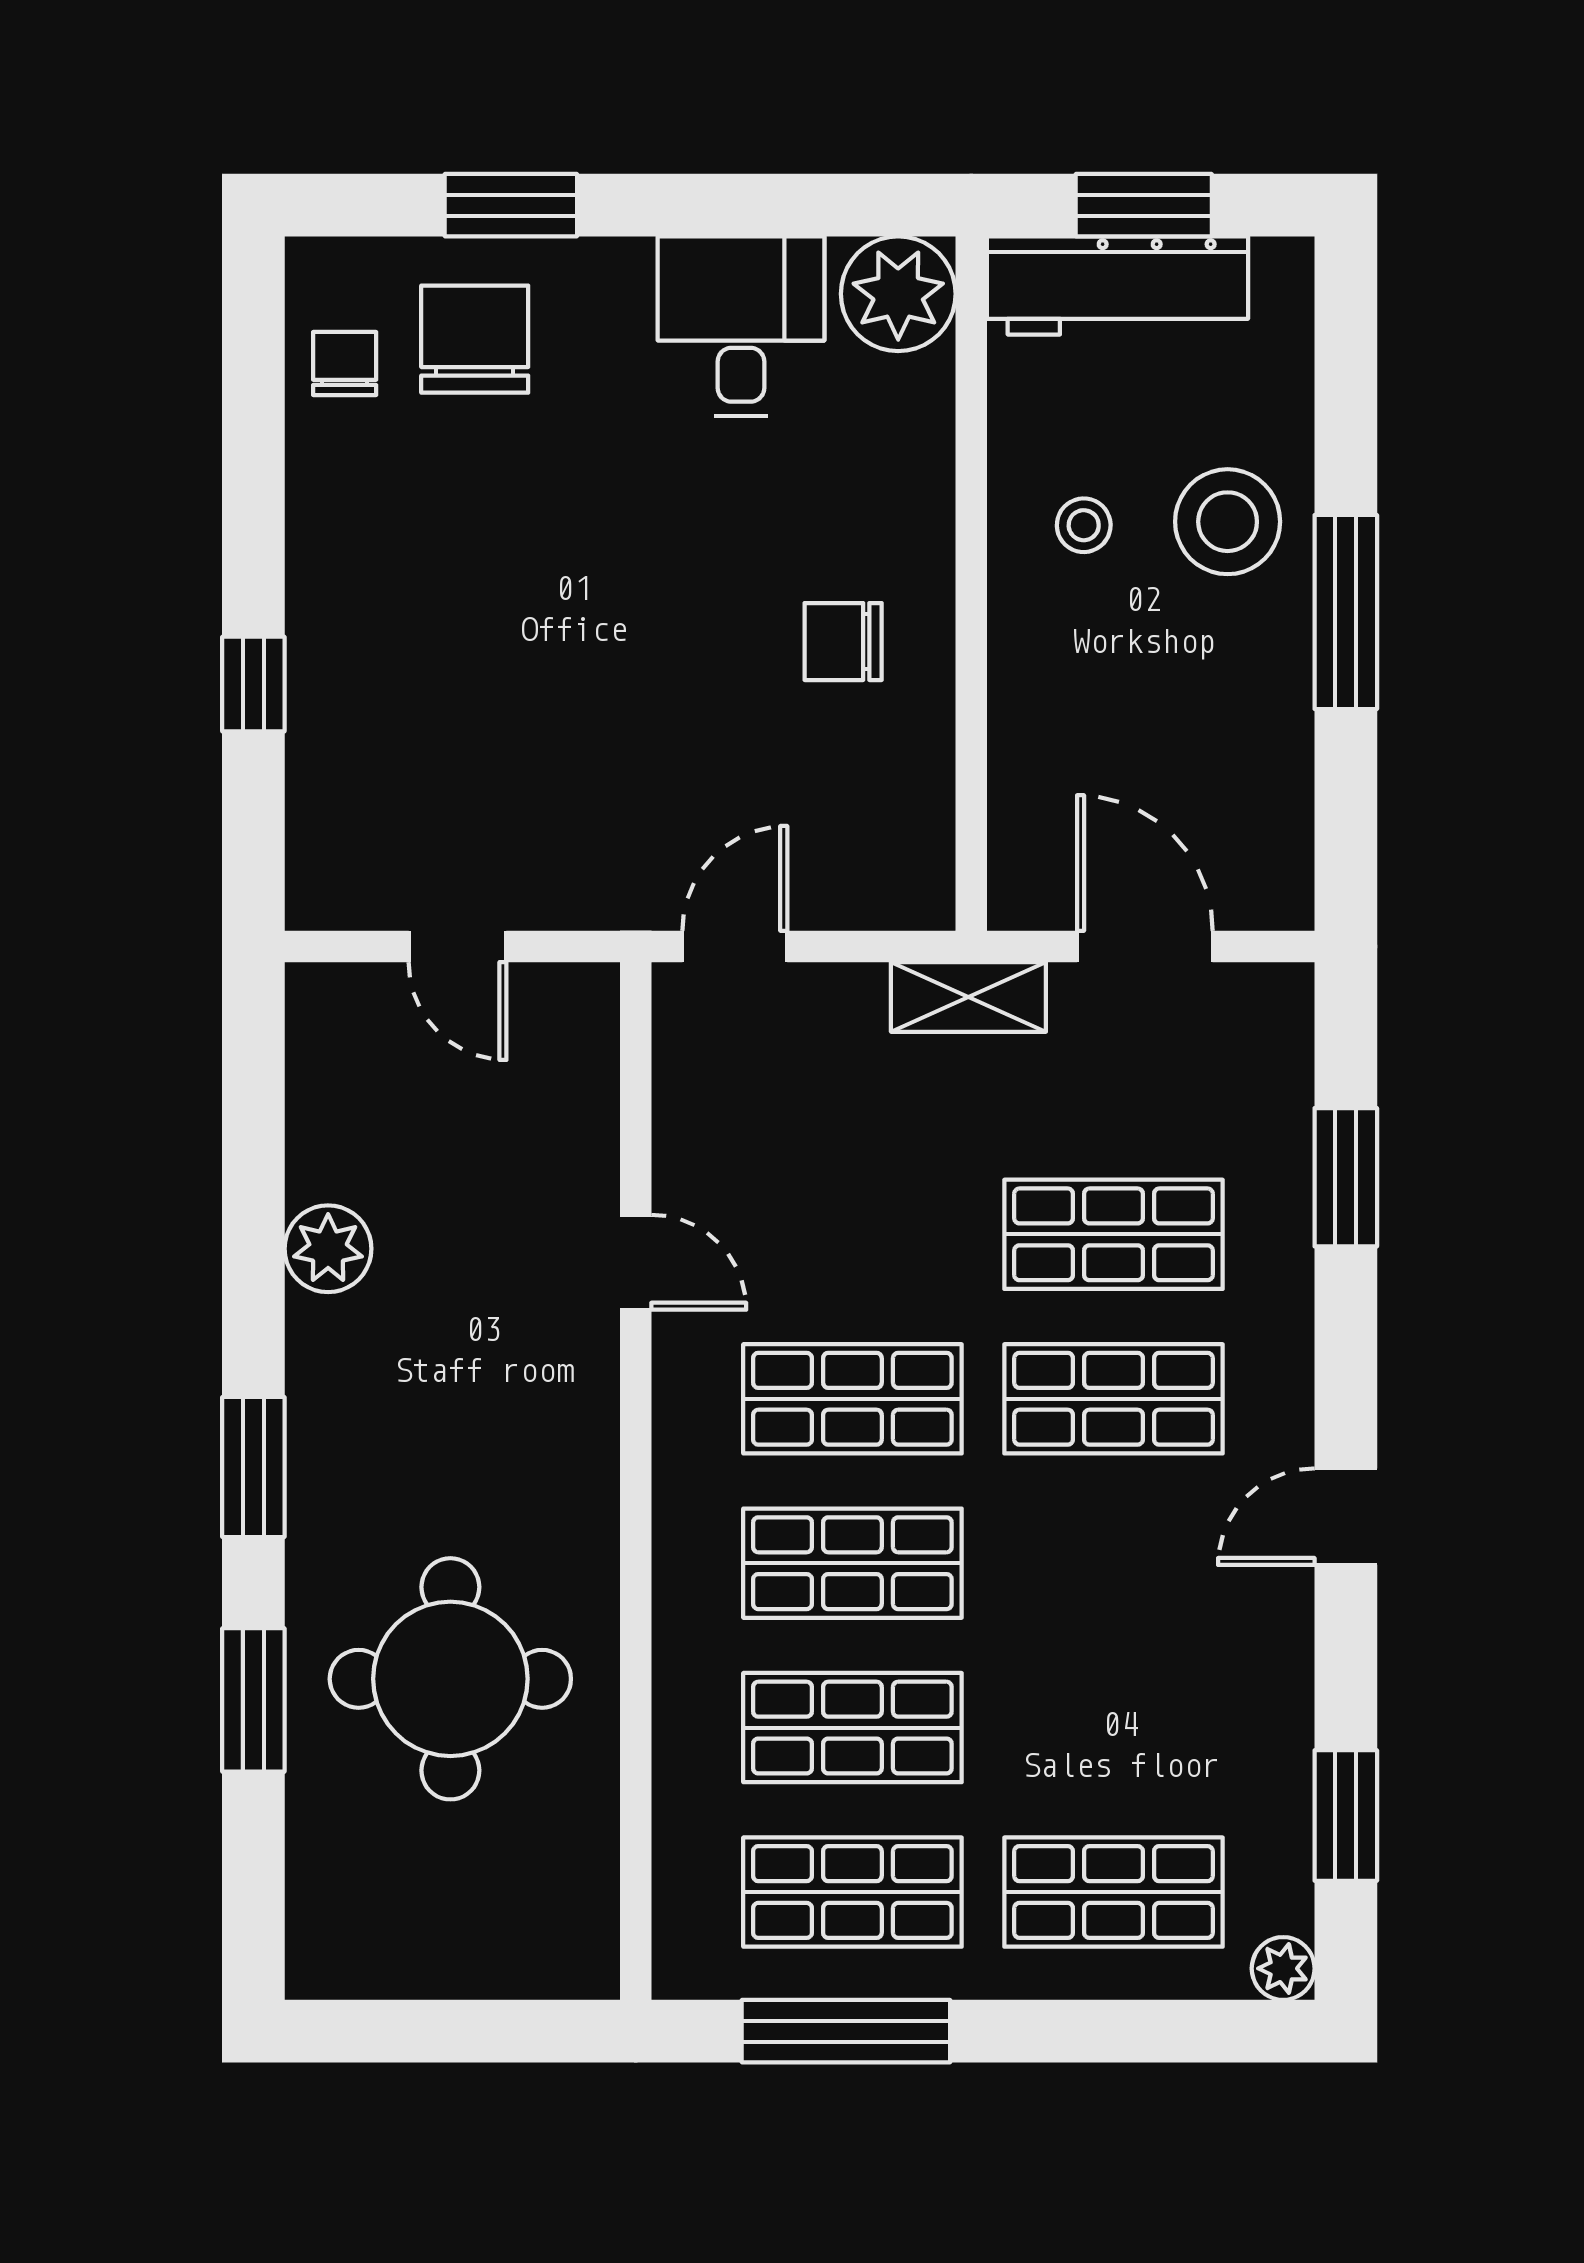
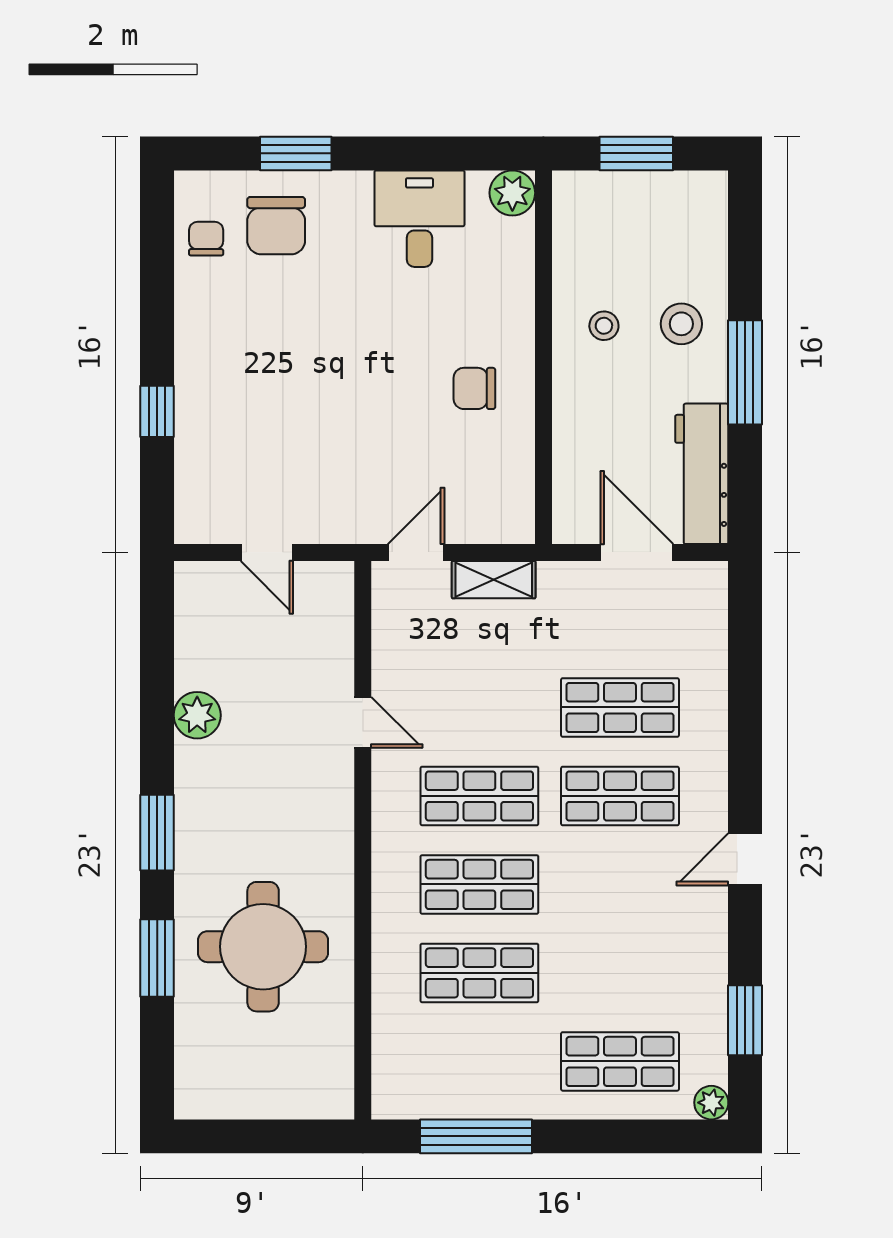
workbench: (1117, 285) -> (702, 474), moved, turned 90
plant: (898, 294) -> (512, 193), width x0.73, depth x0.73
chair: (475, 339) -> (276, 226), turned 180
stool: (1228, 522) -> (681, 324), width x0.73, depth x0.73
shelving: (968, 997) -> (494, 580), moved
window: (1346, 1177) -> (745, 677), removed
shop shelf: (852, 1892) -> (479, 1061), removed

